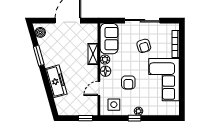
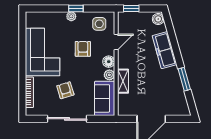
boiler: (40, 32) -> (158, 19), moved

